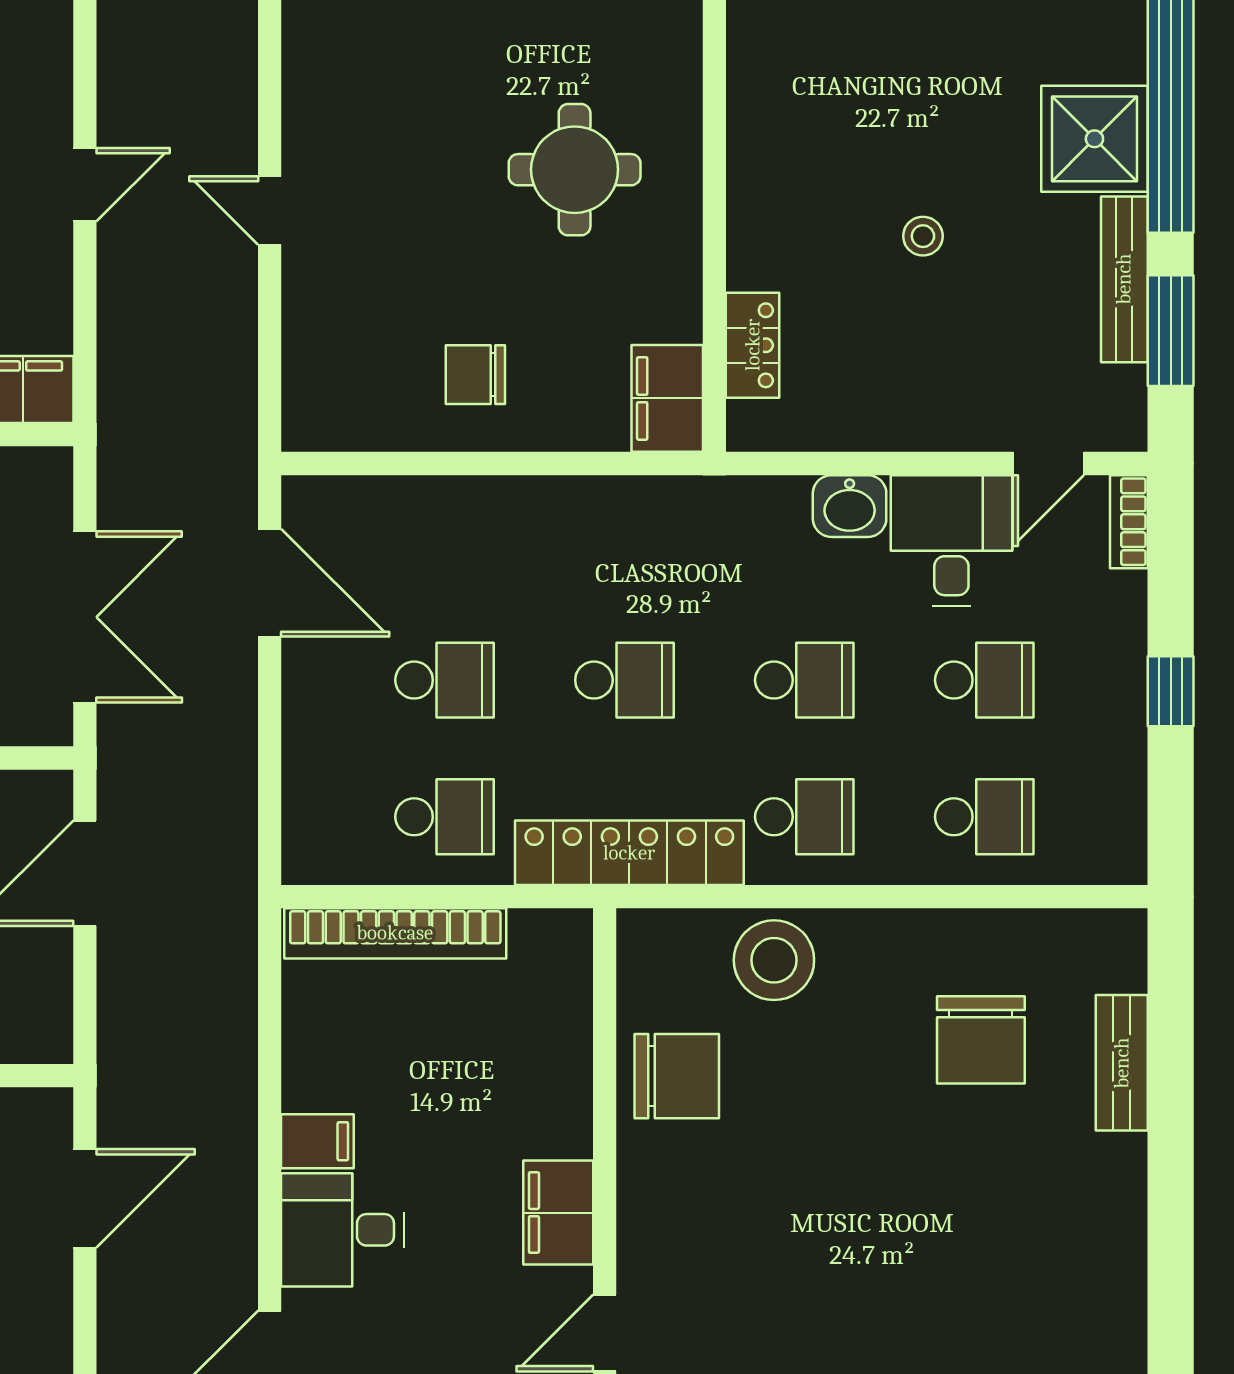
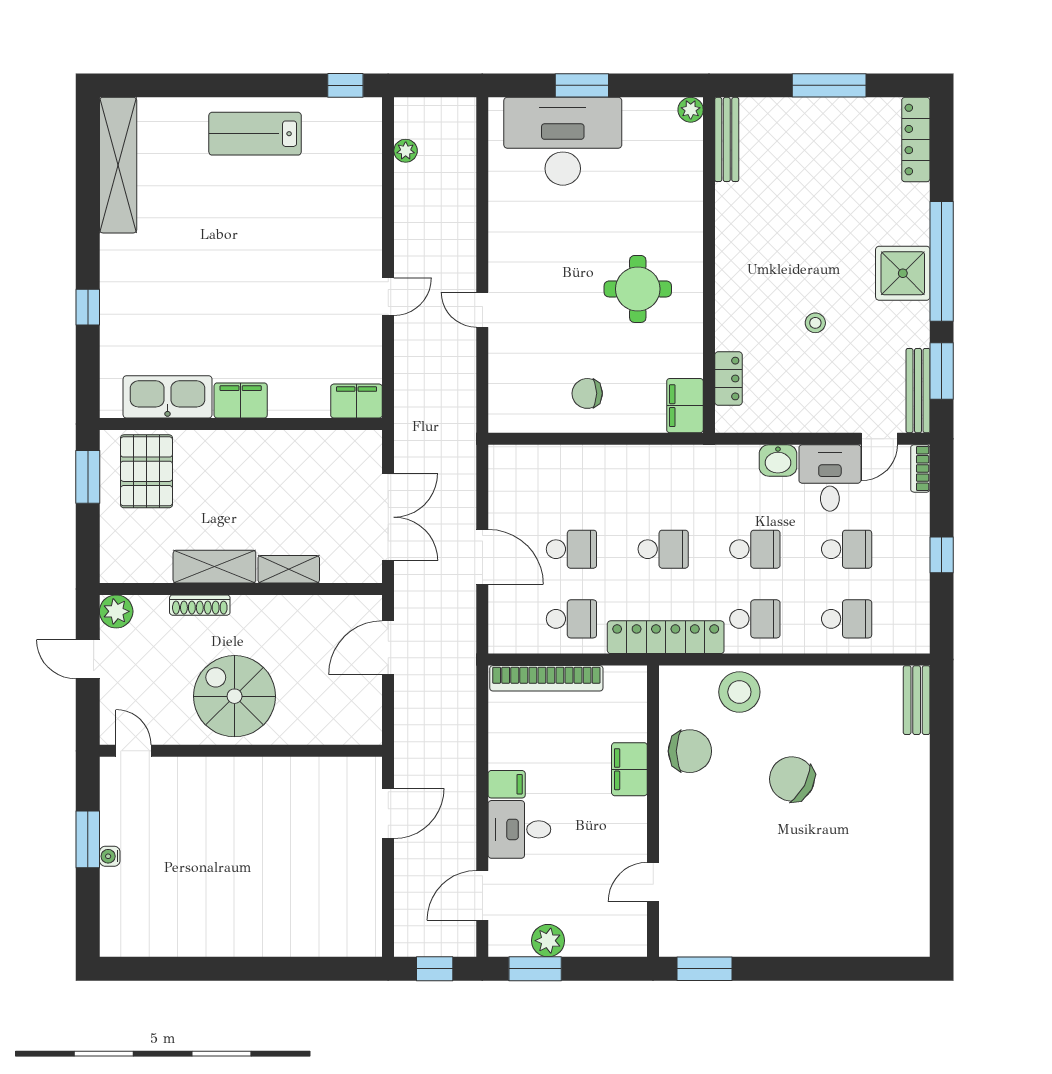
bench: (1124, 279) -> (918, 391), moved
door: (270, 583) -> (482, 557), moved
chair: (981, 1040) -> (792, 779), moved, turned 118
bench: (1122, 1063) -> (917, 700), moved
filing cabinet: (558, 1213) -> (629, 769), moved

